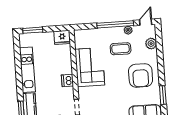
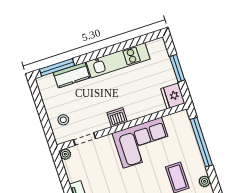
window: (115, 24) -> (201, 142), moved
window: (33, 30) -> (177, 68), moved

